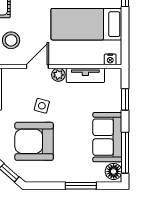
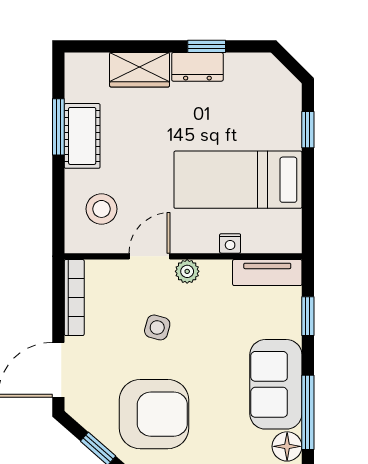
nightstand: (110, 59) -> (230, 243), moved
tv unit: (85, 75) -> (267, 273), moved
armchair: (34, 141) -> (154, 414), moved, turned 180

